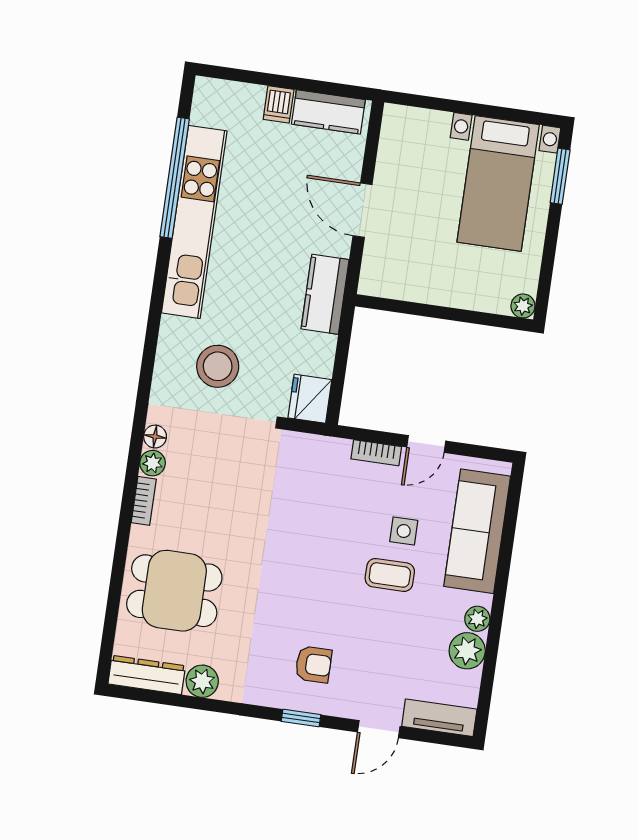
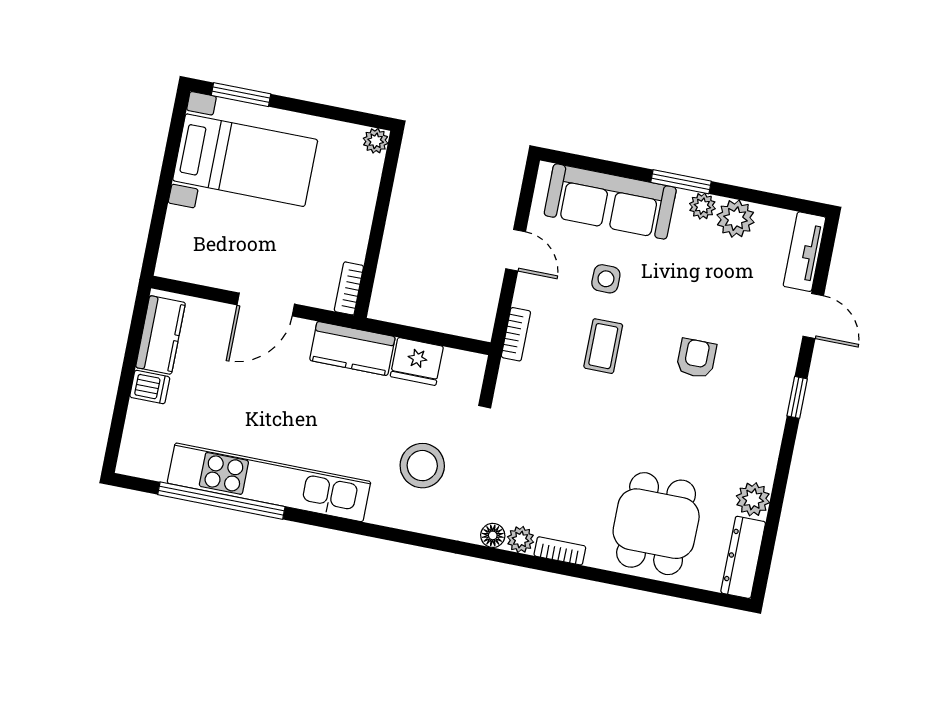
bookcase: (382, 288) -> (349, 288), added
fridge: (310, 399) -> (417, 361), moved
bookcase: (376, 453) -> (516, 334), moved
coffee table: (390, 575) -> (603, 346), moved
window: (499, 597) -> (681, 182), added
armchair: (313, 664) -> (696, 358), moved

